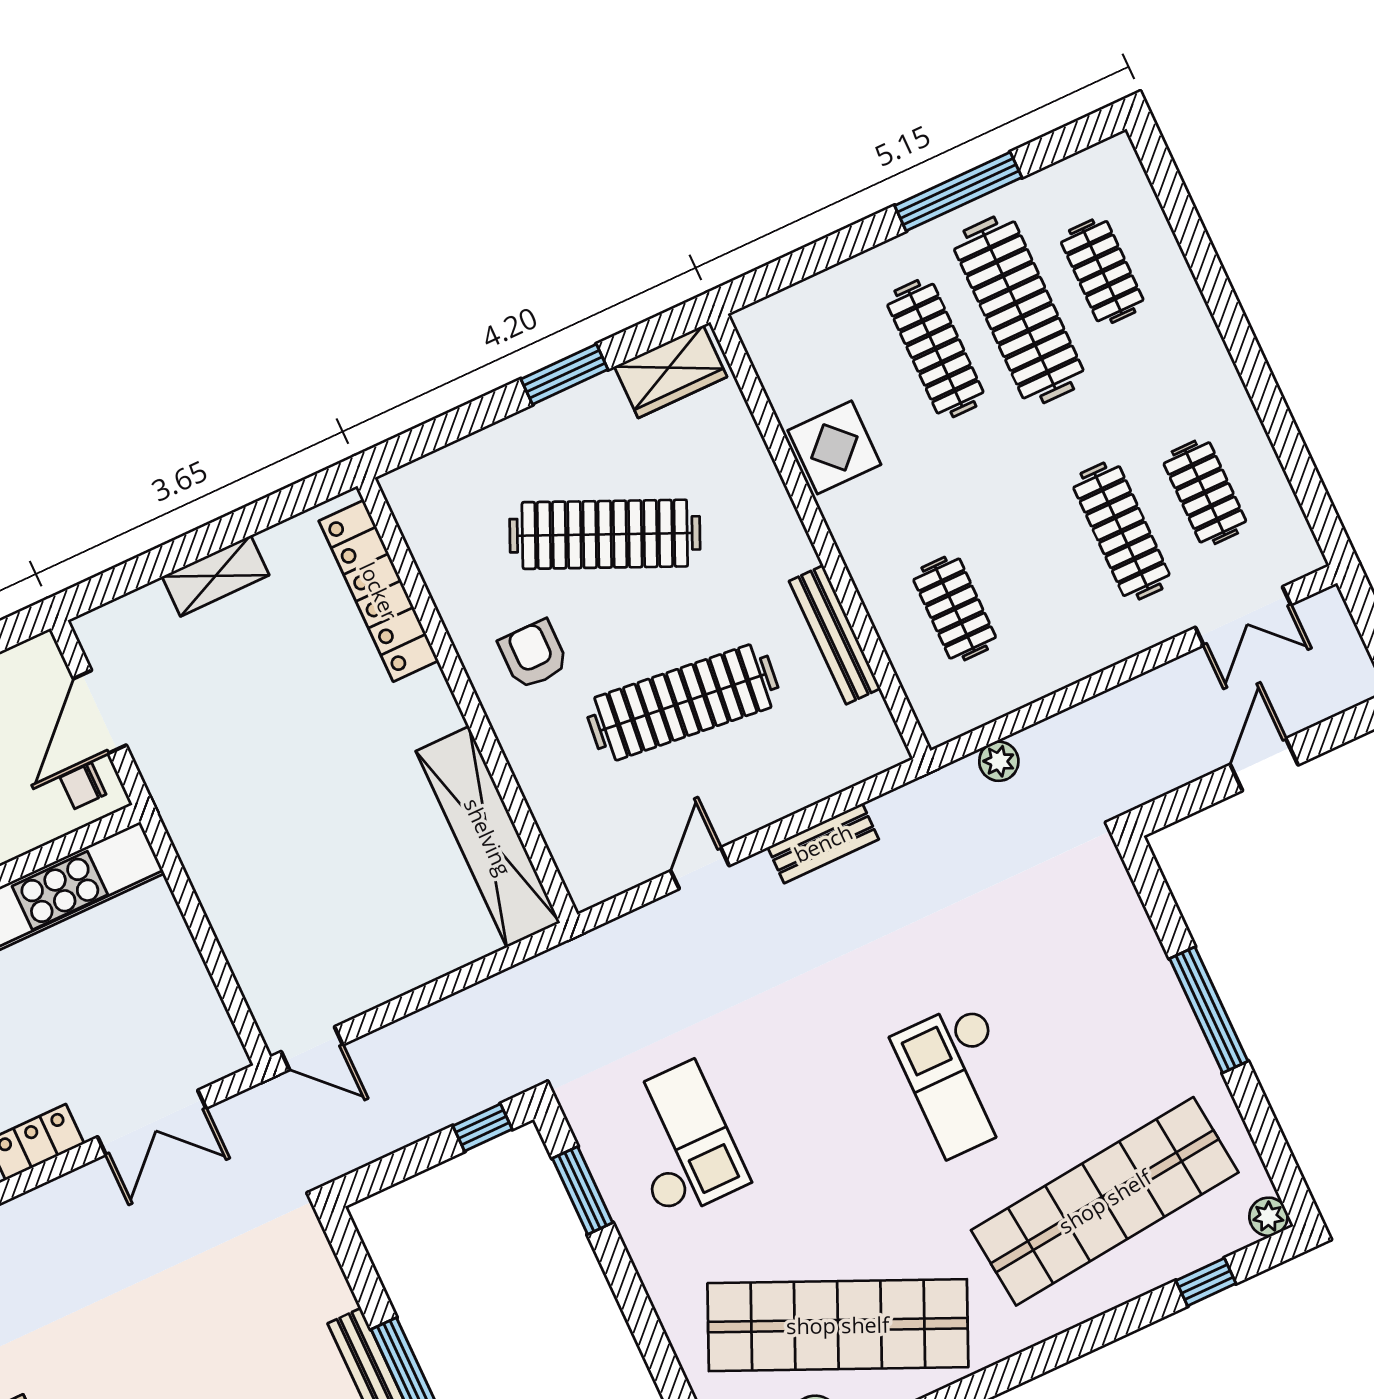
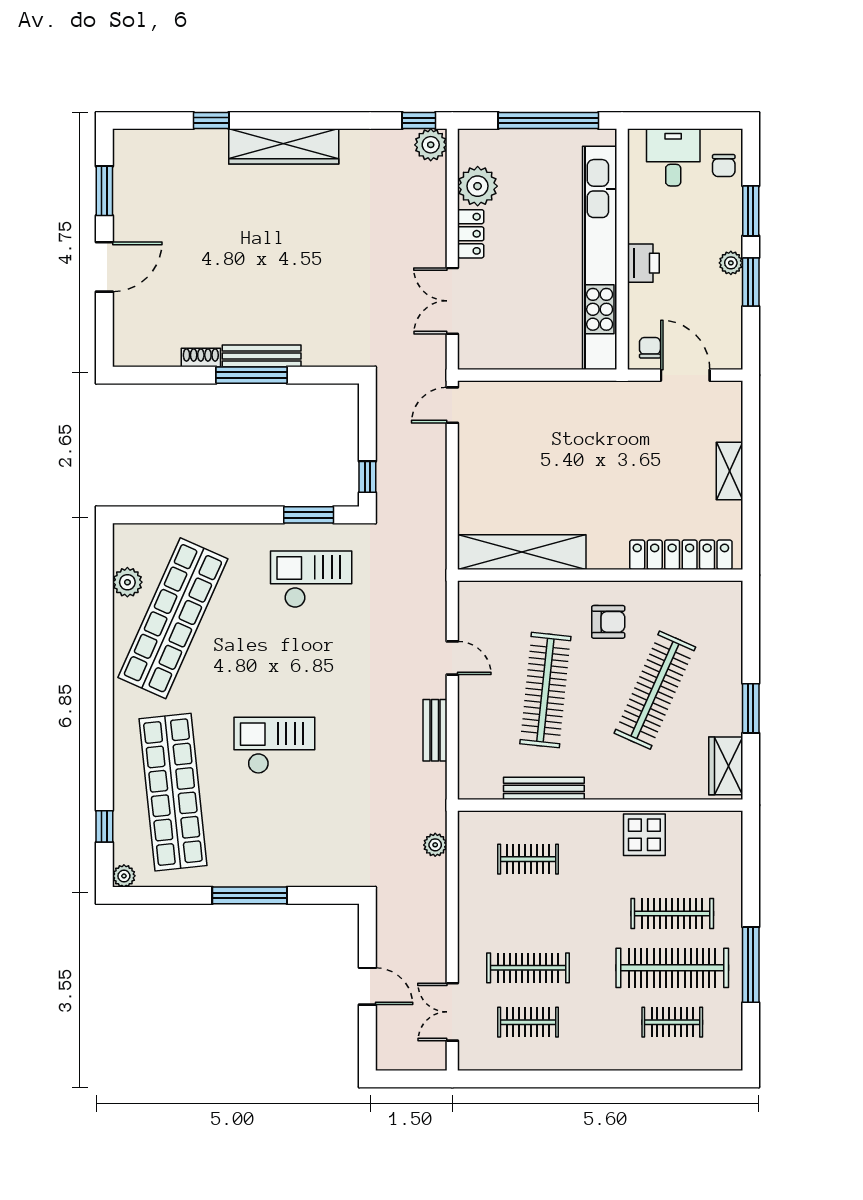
checkout: (680, 1141) -> (311, 579), turned 180

